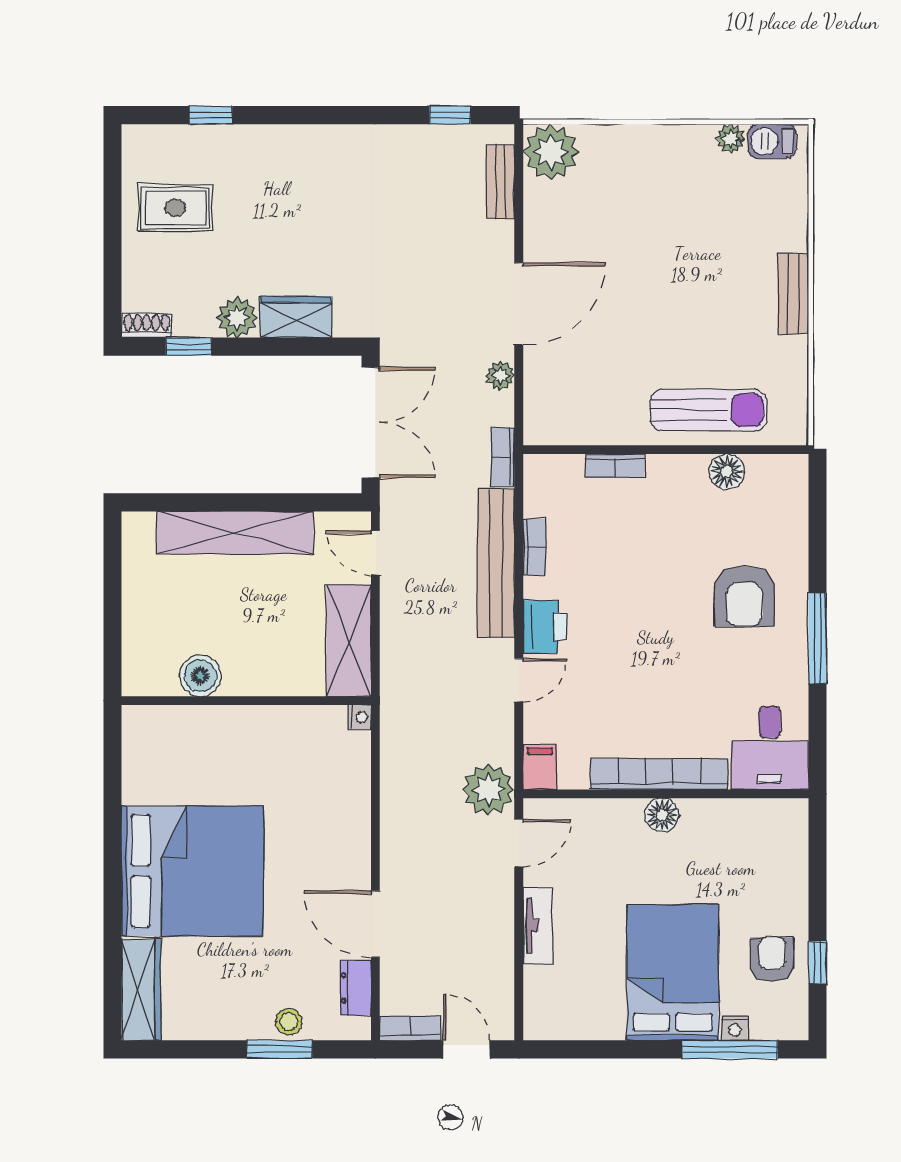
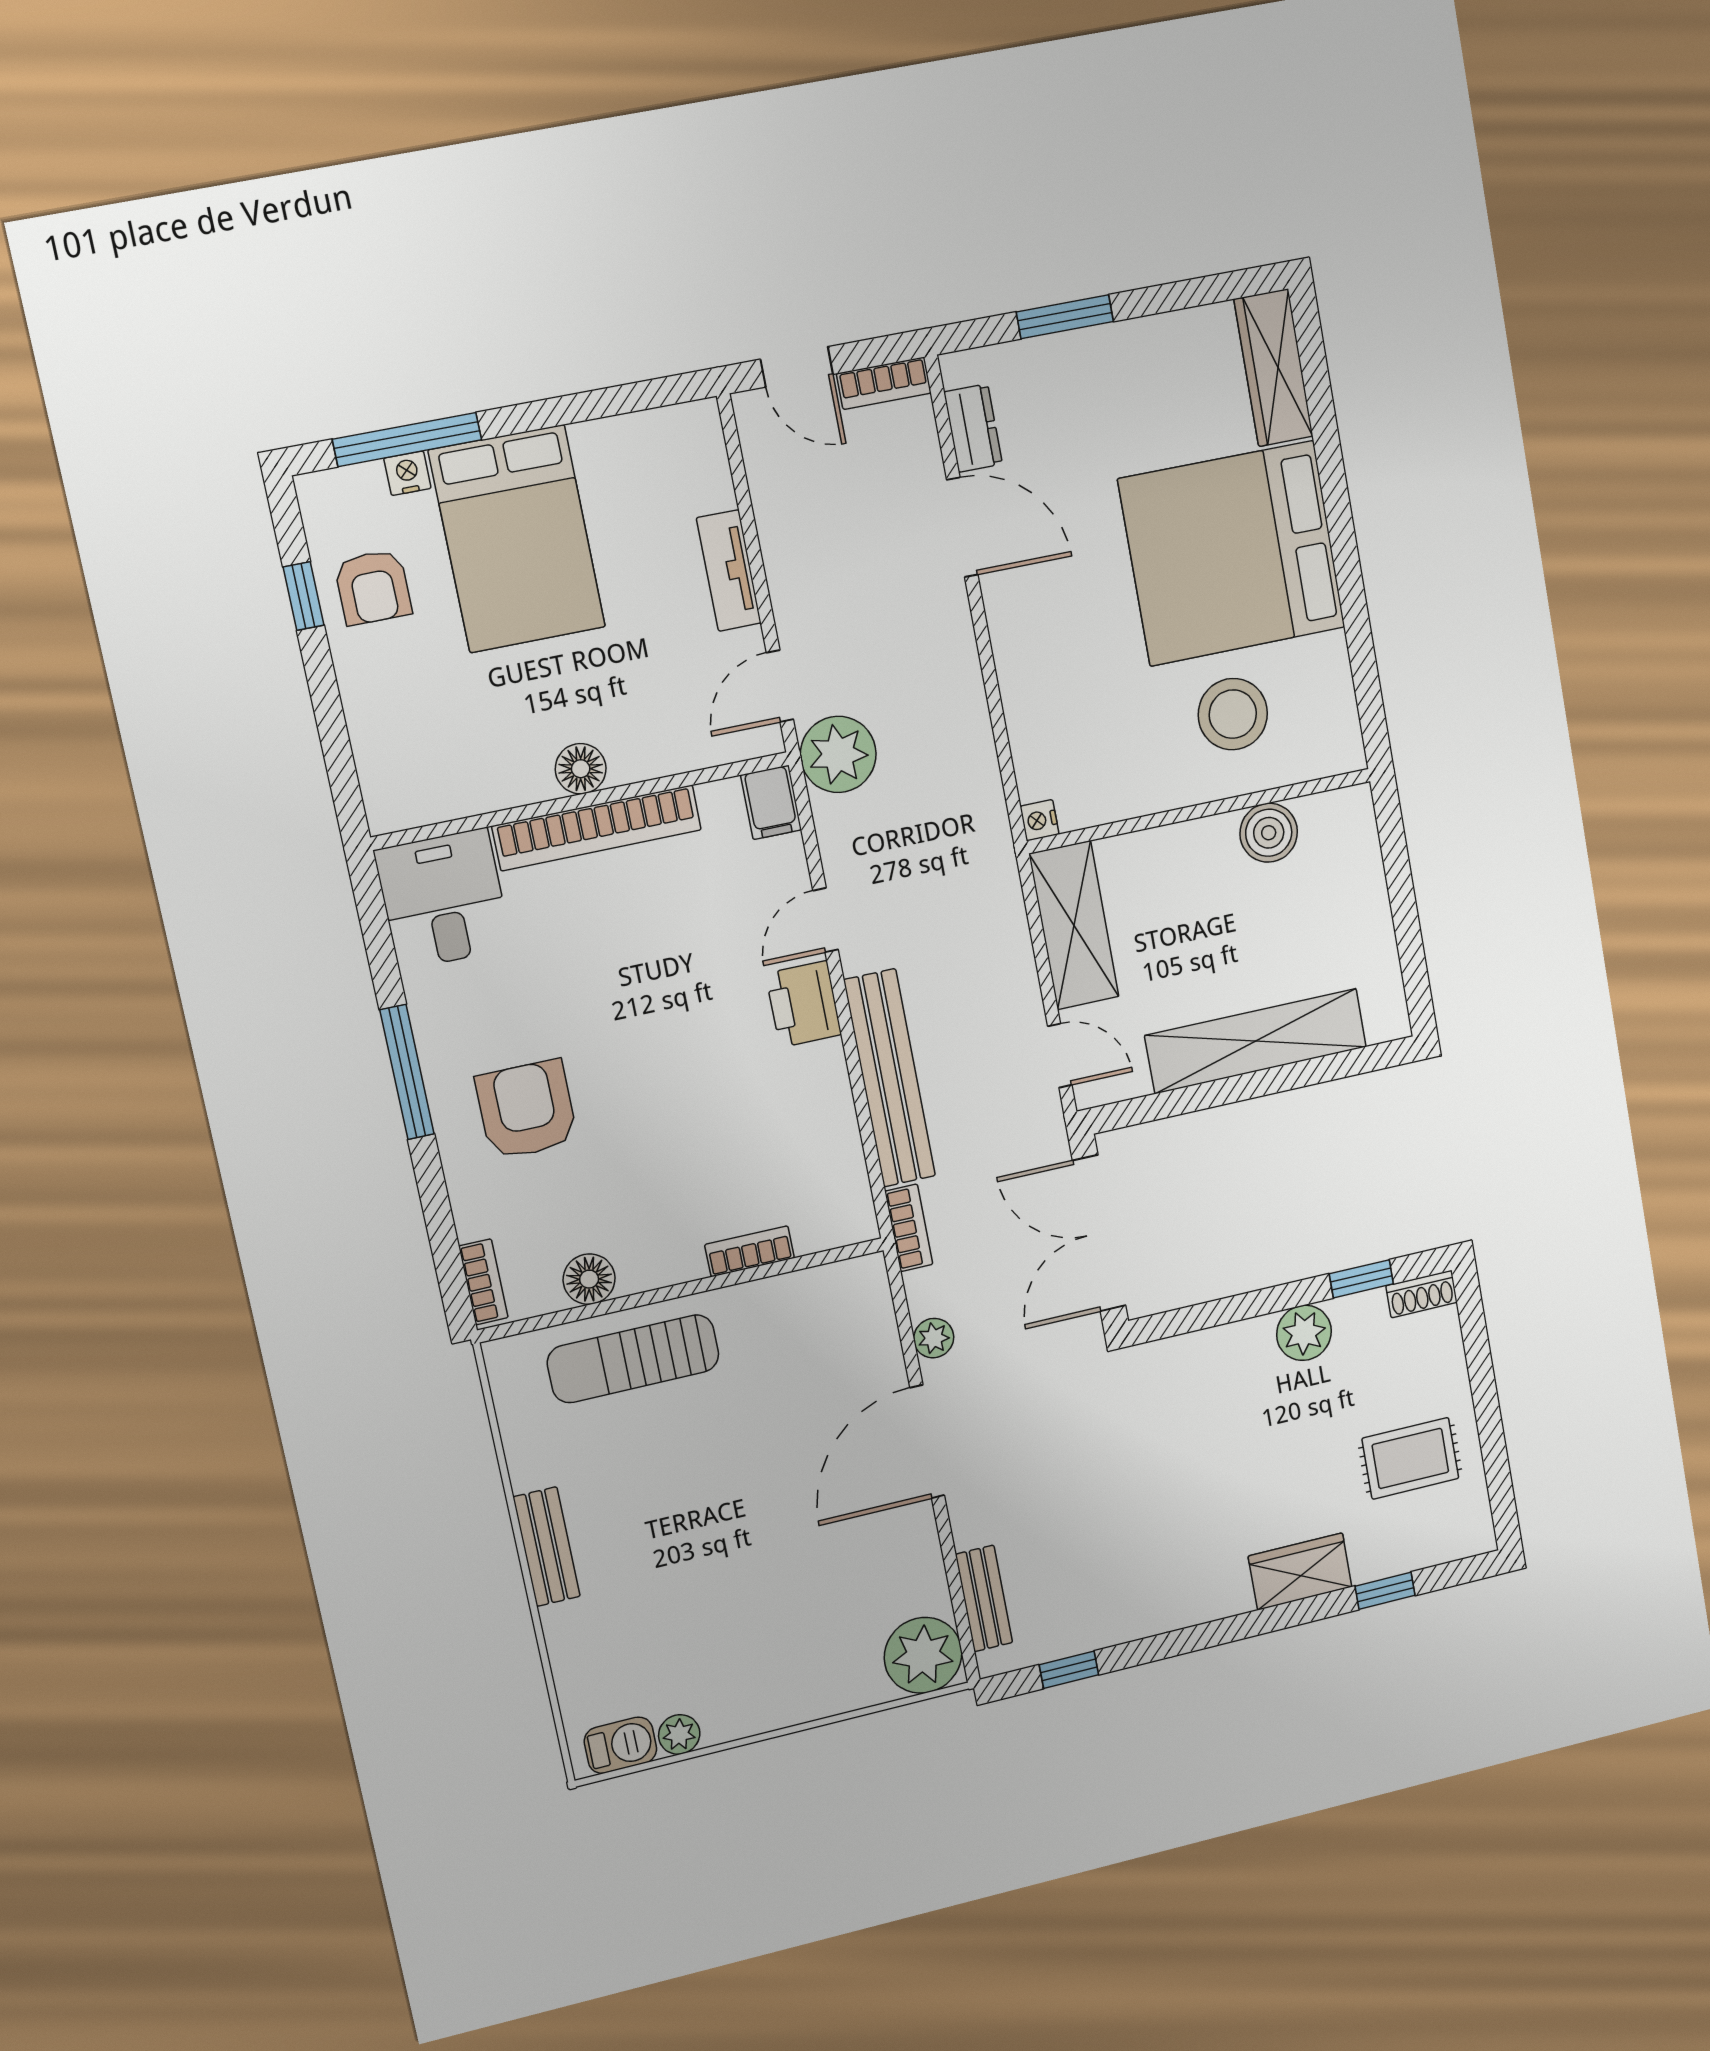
wardrobe: (296, 317) -> (1300, 1571), moved, turned 180
bookcase: (534, 547) -> (483, 1282), moved, turned 180
stool: (289, 1022) -> (1233, 714), moved, width x1.89, depth x1.89

